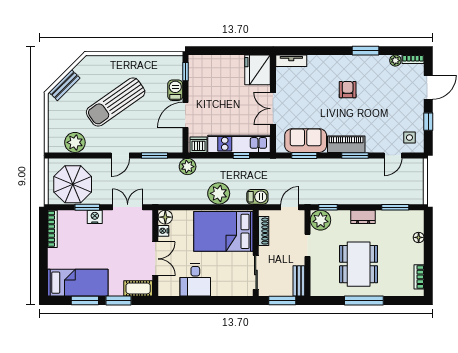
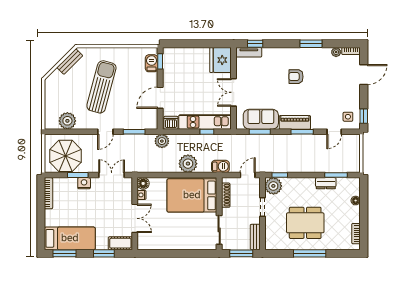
window: (299, 51) -> (255, 44), added
bench: (65, 85) -> (70, 62), moved
barbecue: (175, 90) -> (152, 63), moved
armchair: (348, 90) -> (296, 77), turned -90
sun lounger: (116, 102) -> (101, 87), turned 140
window: (428, 122) -> (364, 116), moved
dresser: (363, 217) -> (326, 183), moved
dining table: (359, 264) -> (305, 223), turned 90
desk: (195, 280) -> (168, 236), removed
window: (85, 301) -> (65, 253), moved

